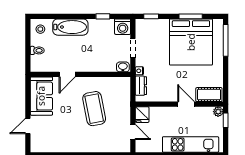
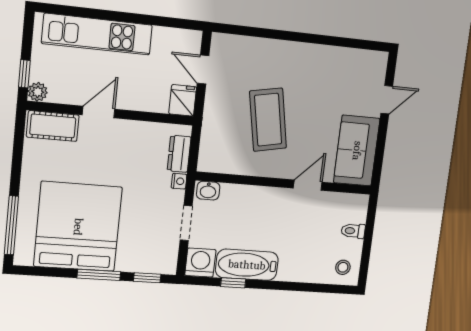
window: (191, 16) -> (99, 275), moved
bathtub: (70, 27) -> (247, 265), moved
door: (186, 104) -> (99, 112), swing flipped

